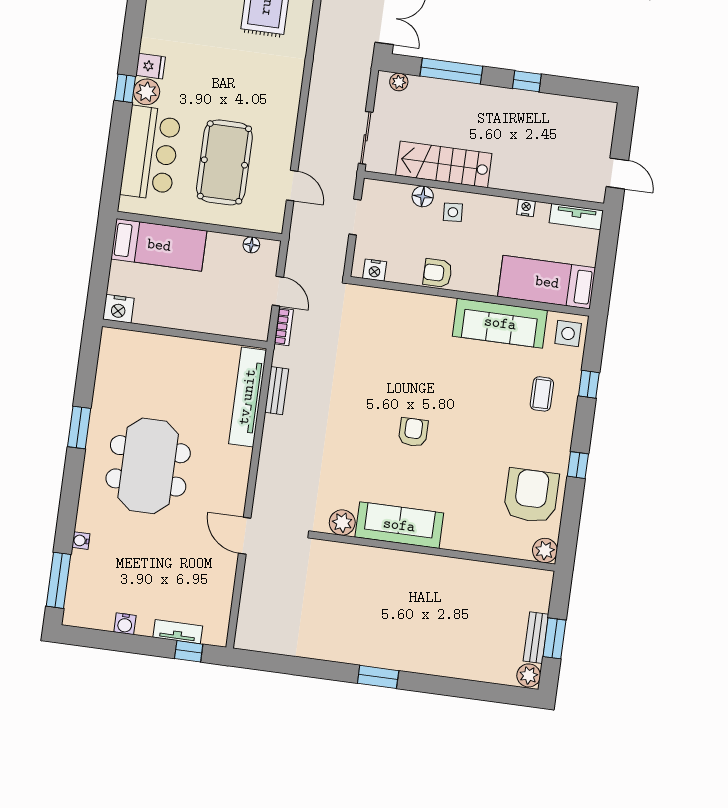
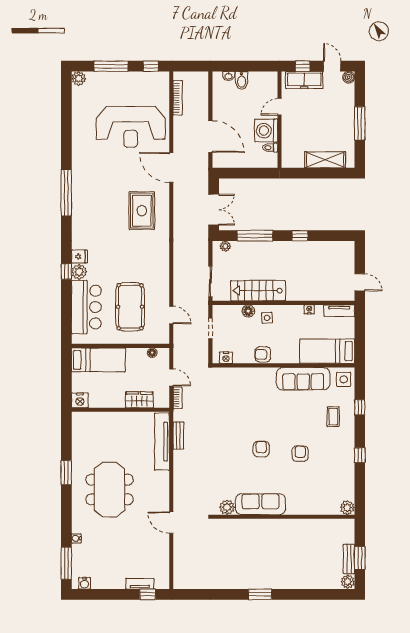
wardrobe: (219, 321) -> (139, 400), added
armchair: (531, 496) -> (300, 454), moved, width x0.53, depth x0.53
water cooler: (125, 624) -> (85, 583), moved

